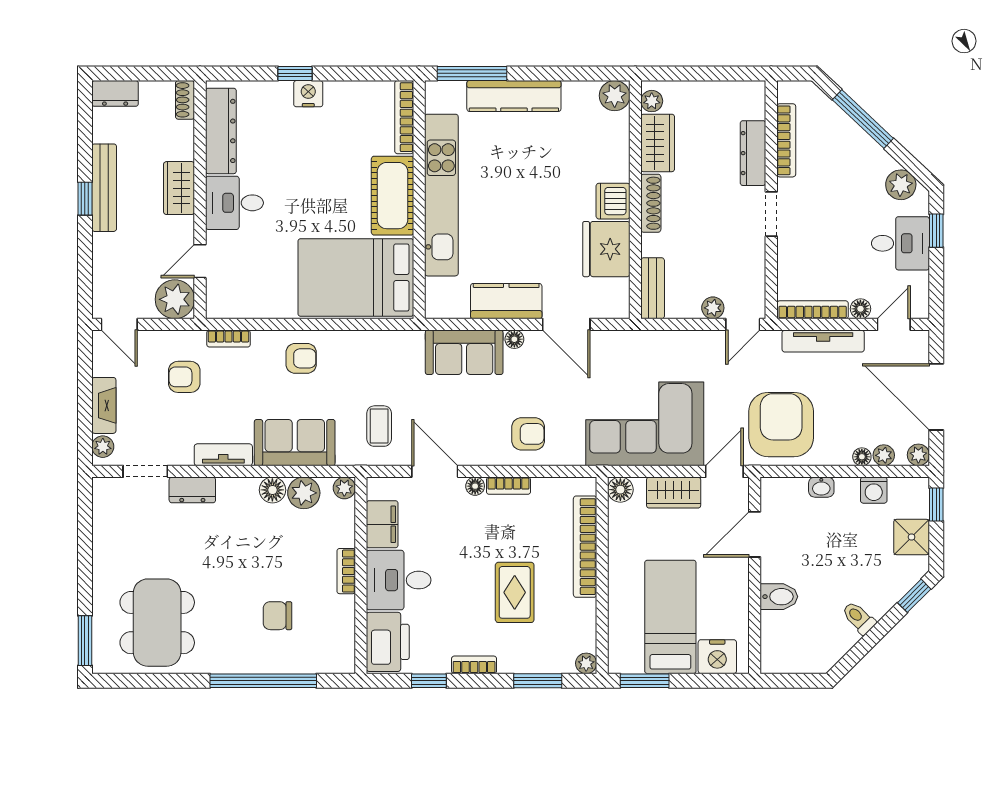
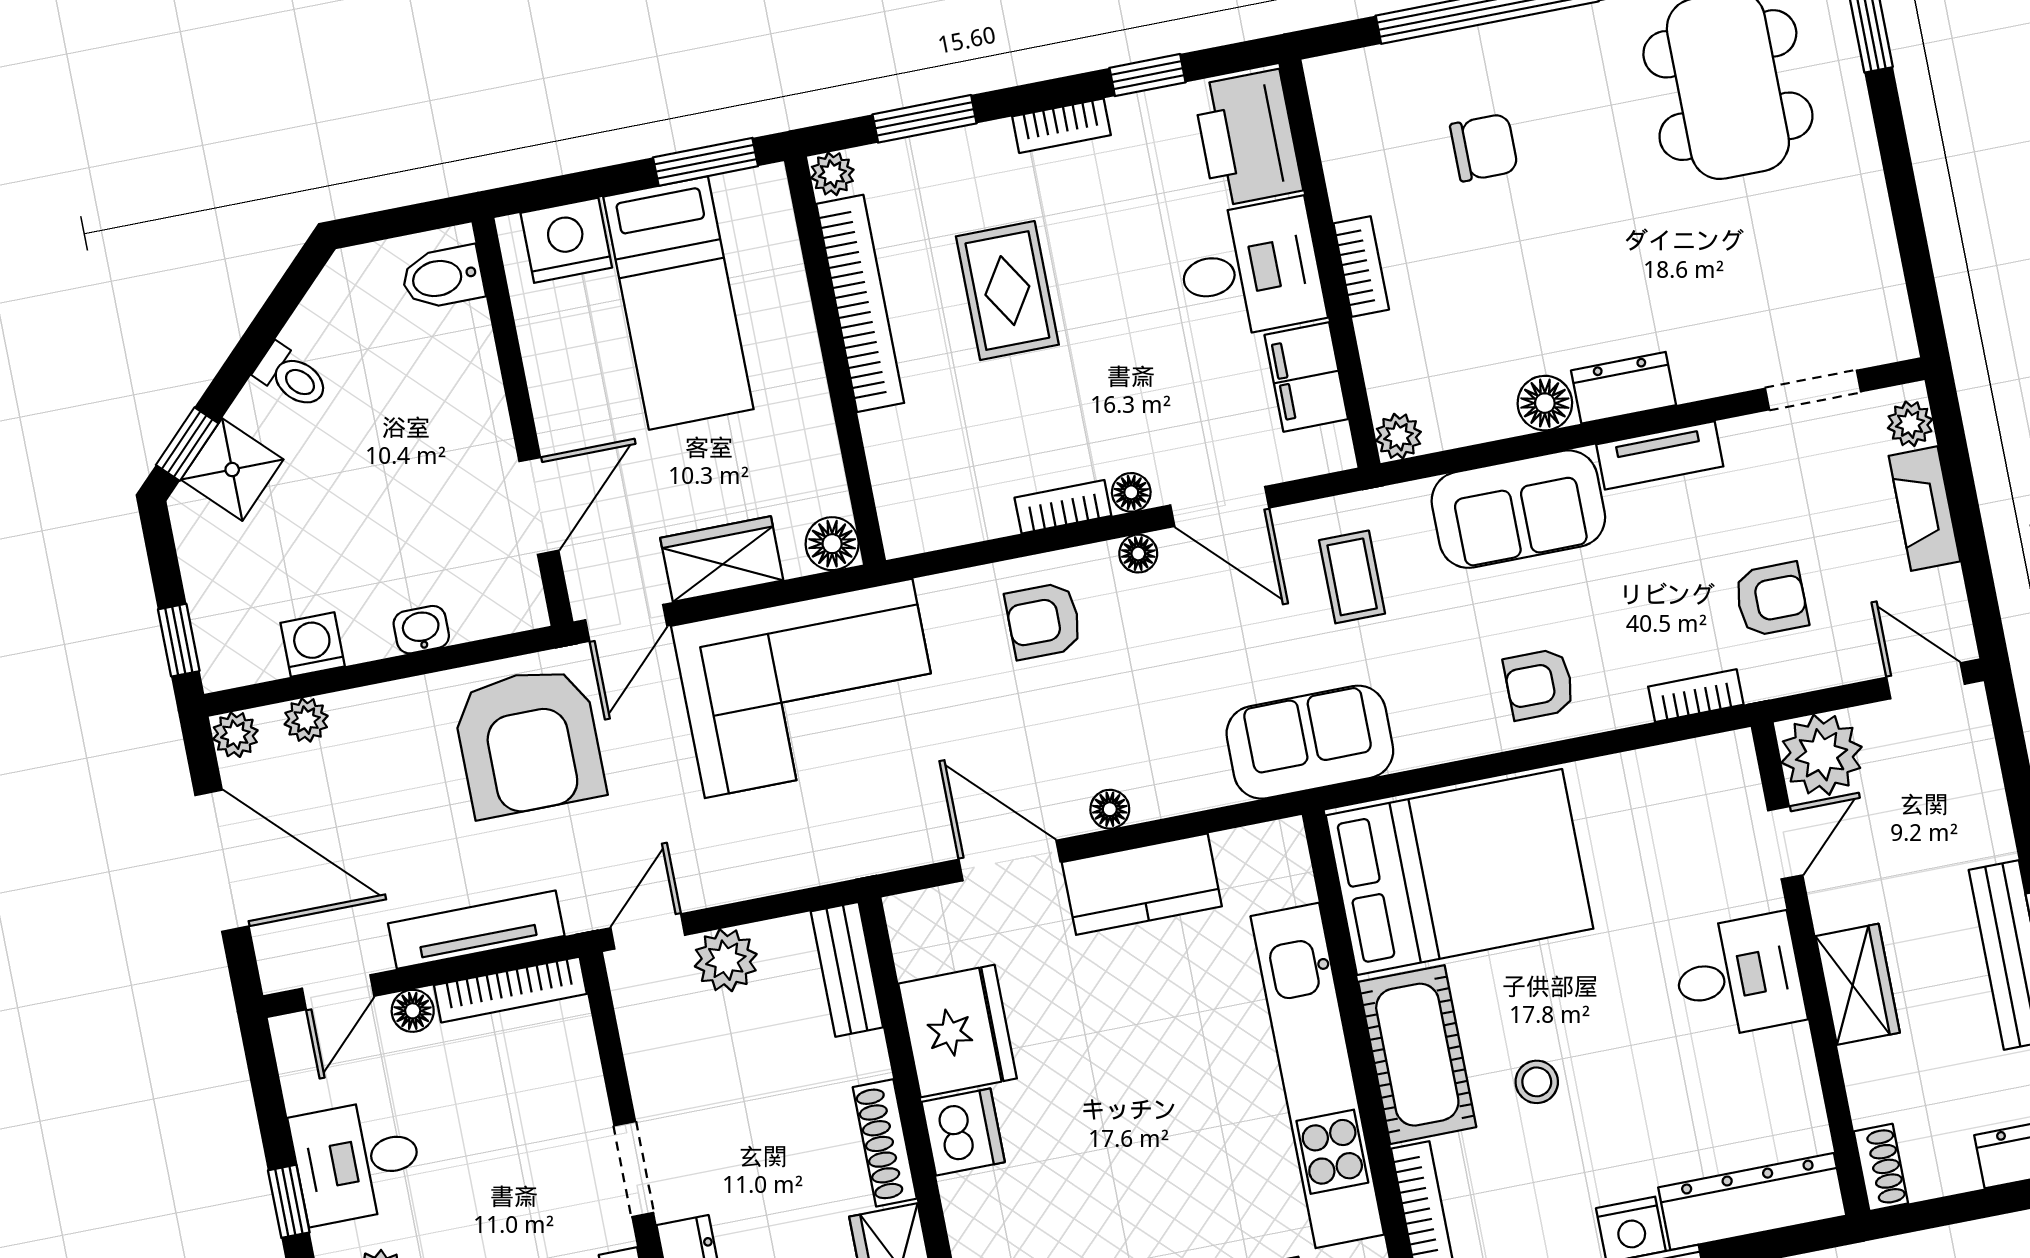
dresser: (221, 131) -> (1752, 1202), moved, turned 90
stool: (339, 172) -> (1537, 1082), added
plant: (713, 308) -> (726, 960), width x1.38, depth x1.38
sofa: (464, 352) -> (1310, 742), moved
floor lamp: (862, 457) -> (1138, 554), moved
dresser: (192, 490) -> (1624, 388), moved
plant: (304, 493) -> (1480, 410), removed
shower: (912, 537) -> (232, 470), moved, turned 45
bookcase: (585, 547) -> (860, 303), moved
bidet: (779, 597) -> (443, 277), moved

